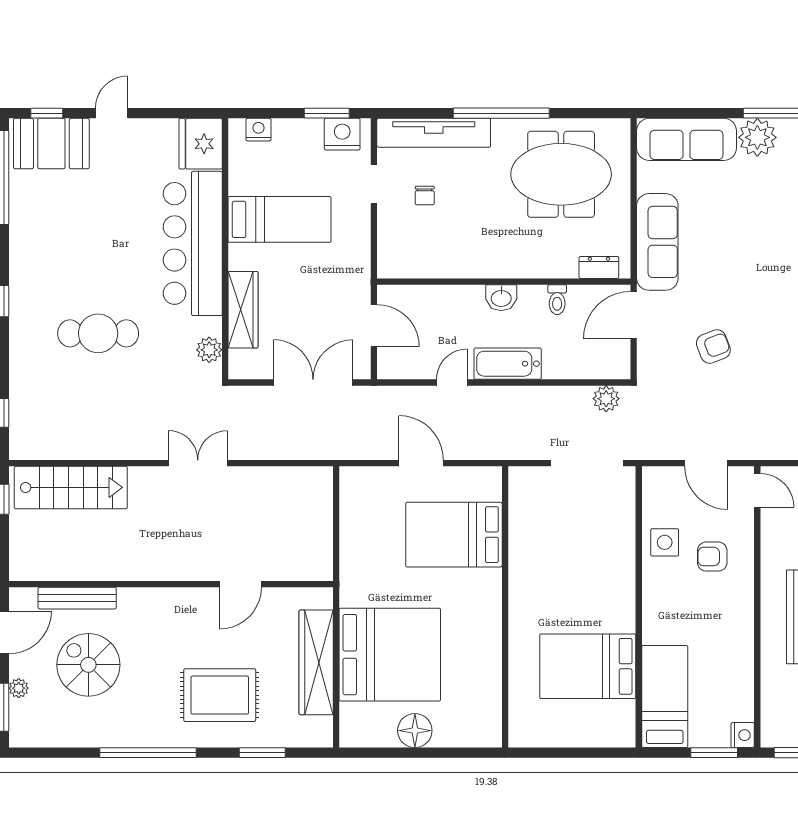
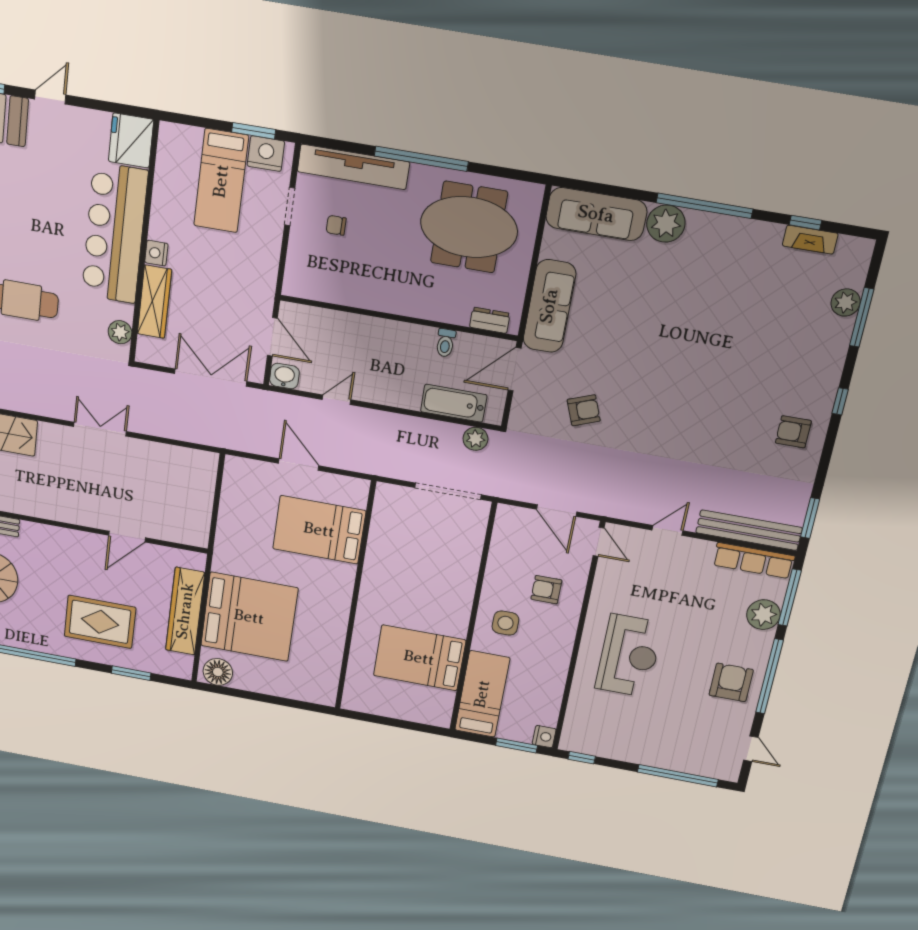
nightstand: (259, 130) -> (156, 253), moved, turned -90
chair: (425, 196) -> (336, 225), turned 90
bed: (280, 219) -> (221, 181), moved, turned 90
washbasin: (501, 298) -> (284, 376), moved, turned 180
bathtub: (508, 364) -> (454, 403), moved
side table: (665, 542) -> (505, 623), moved
floor lamp: (415, 731) -> (218, 672), moved

